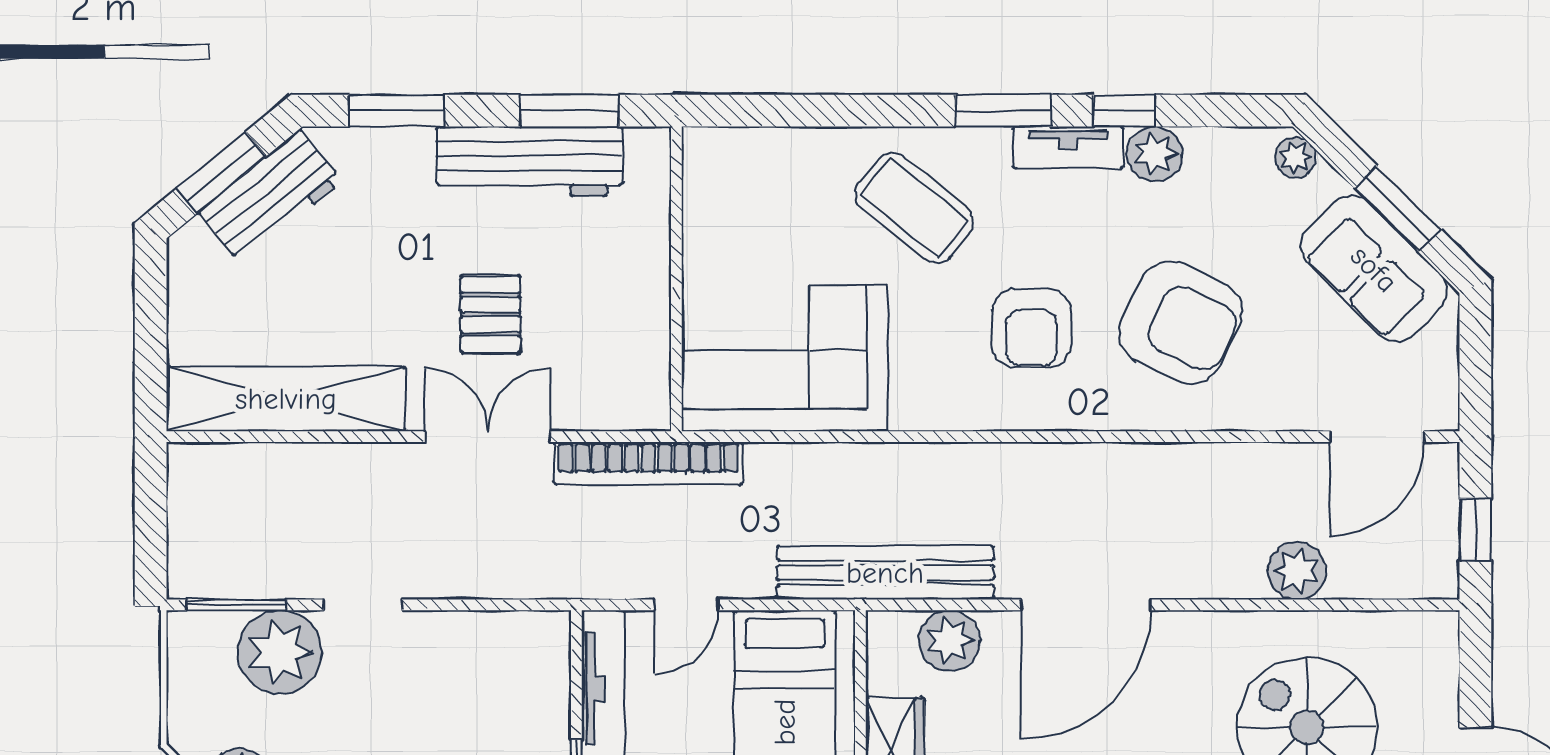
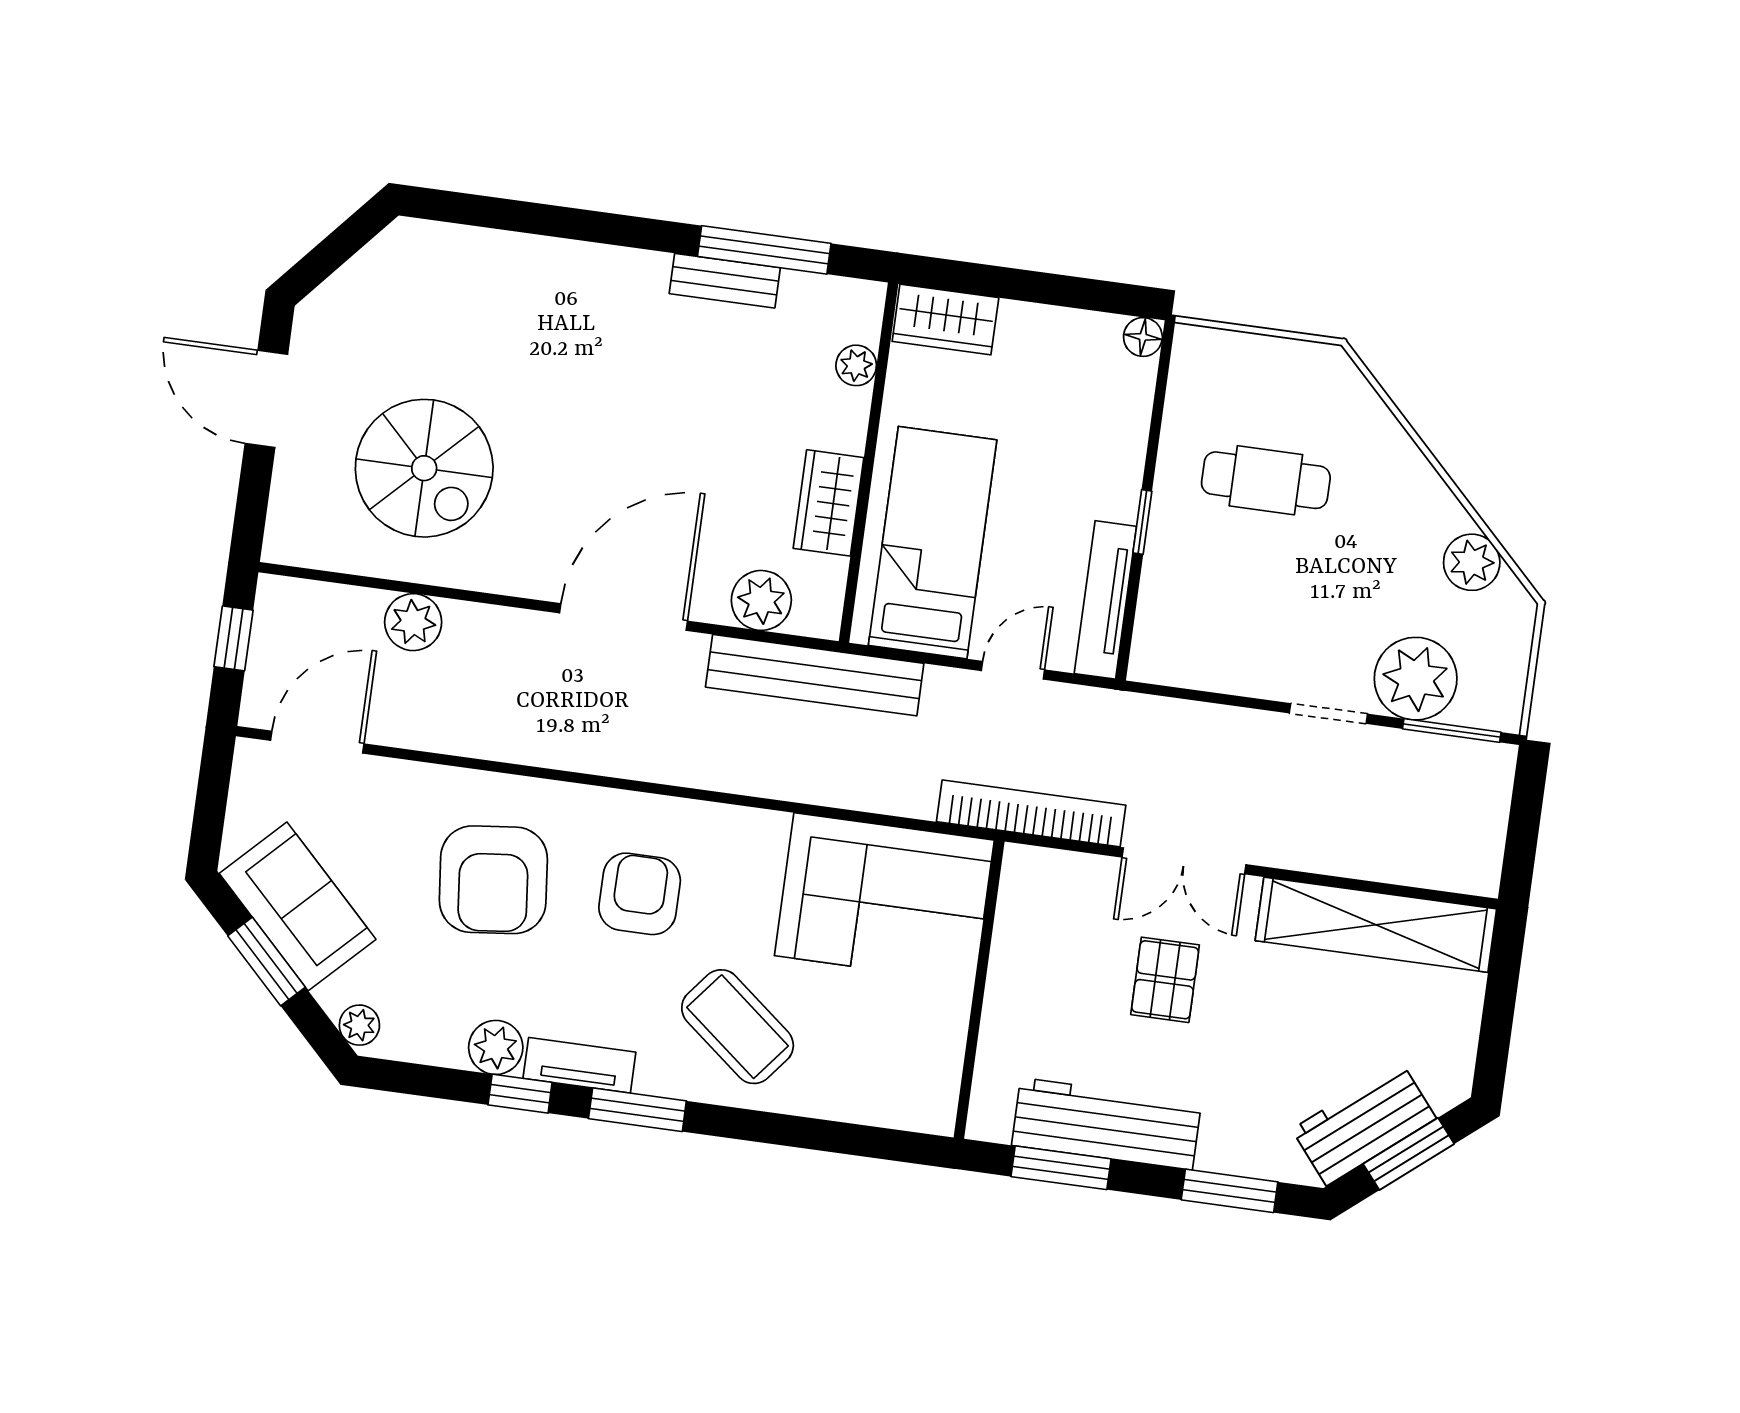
armchair: (1181, 322) -> (493, 880), turned -122

